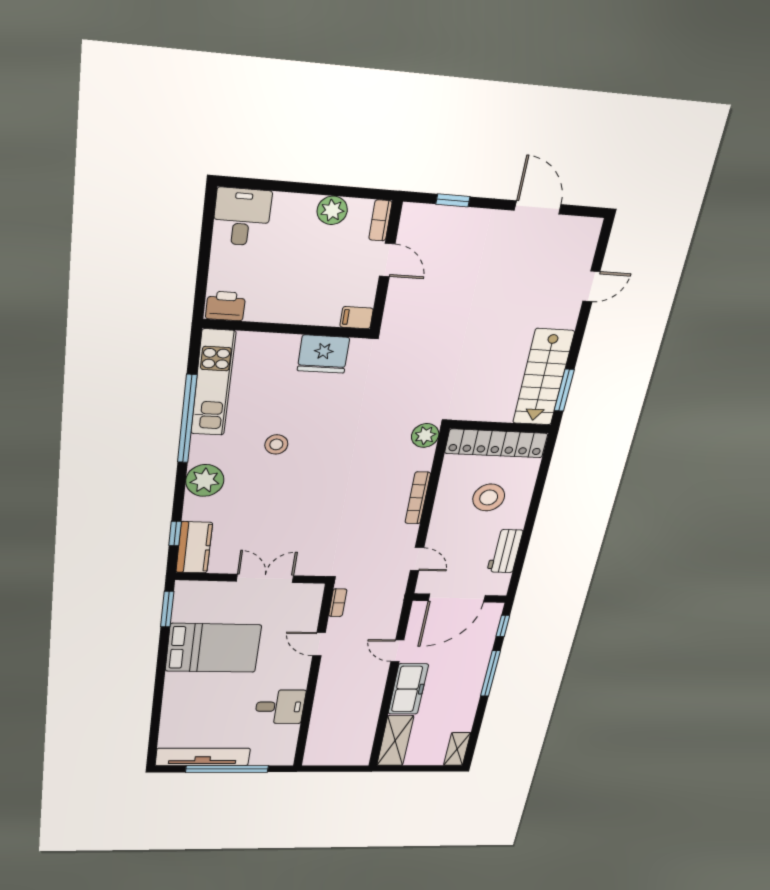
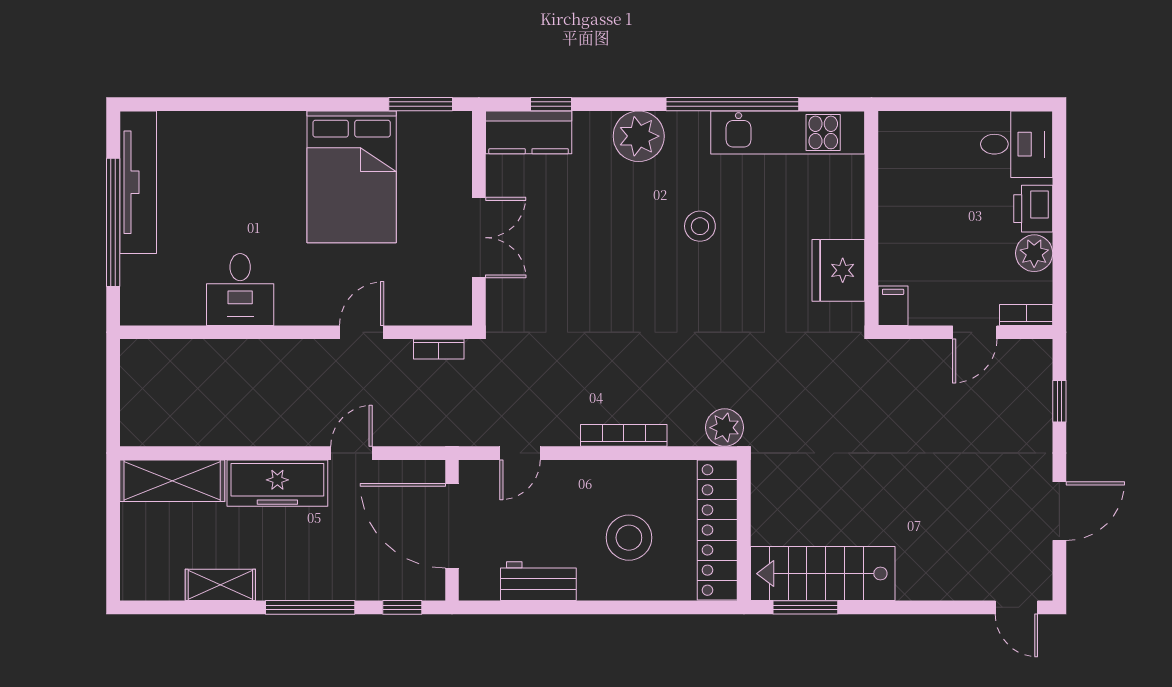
door: (591, 286) -> (1016, 607), moved
printer: (225, 306) -> (1033, 209), moved, turned 180
shelving: (457, 749) -> (220, 585), moved

